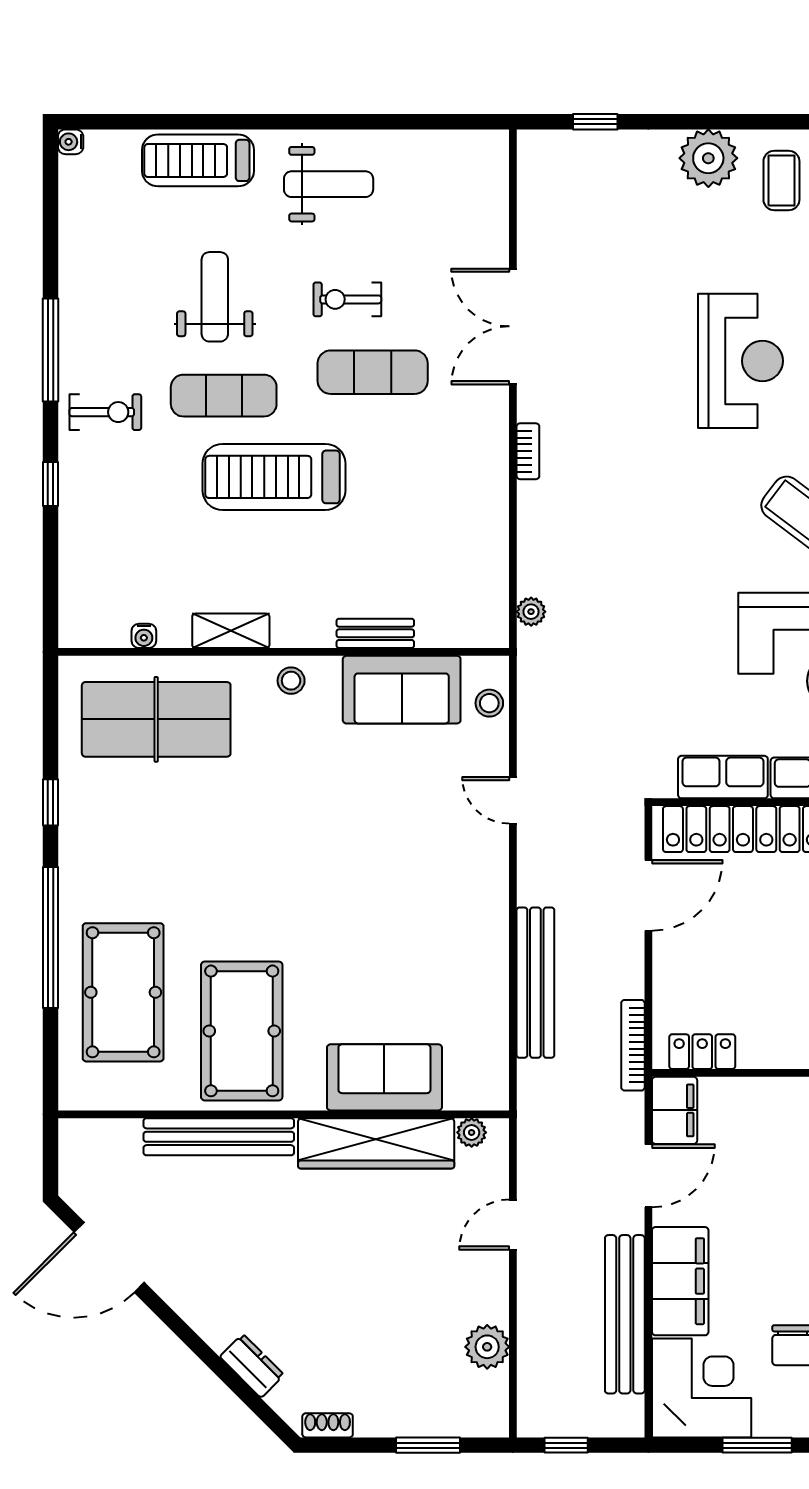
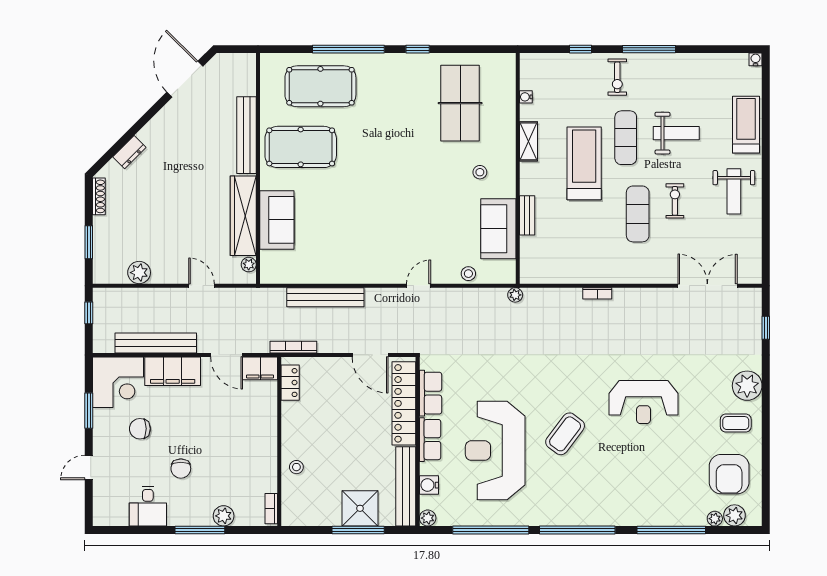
double door: (513, 326) -> (707, 286), moved
shelving: (231, 631) -> (528, 141), moved
bench: (375, 633) -> (527, 215), moved
water cooler: (144, 636) -> (526, 97), moved
wall: (284, 652) -> (518, 168), moved
sofa: (402, 690) -> (498, 229), moved
shoe rack: (328, 1425) -> (99, 196), width x1.43

